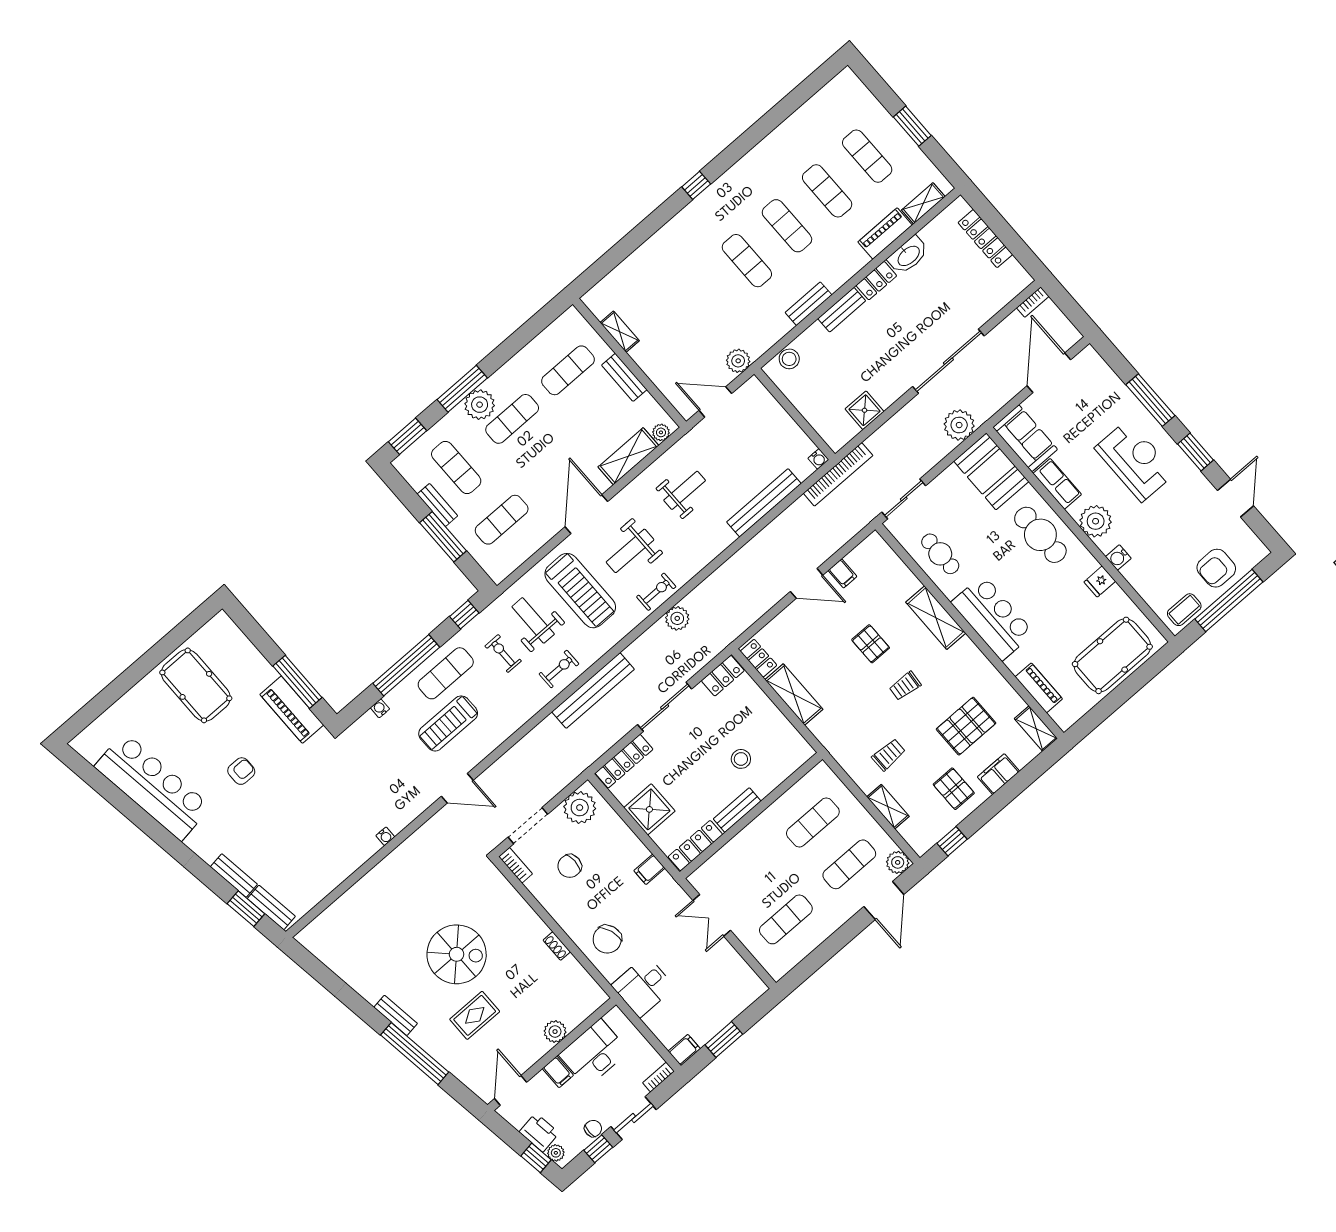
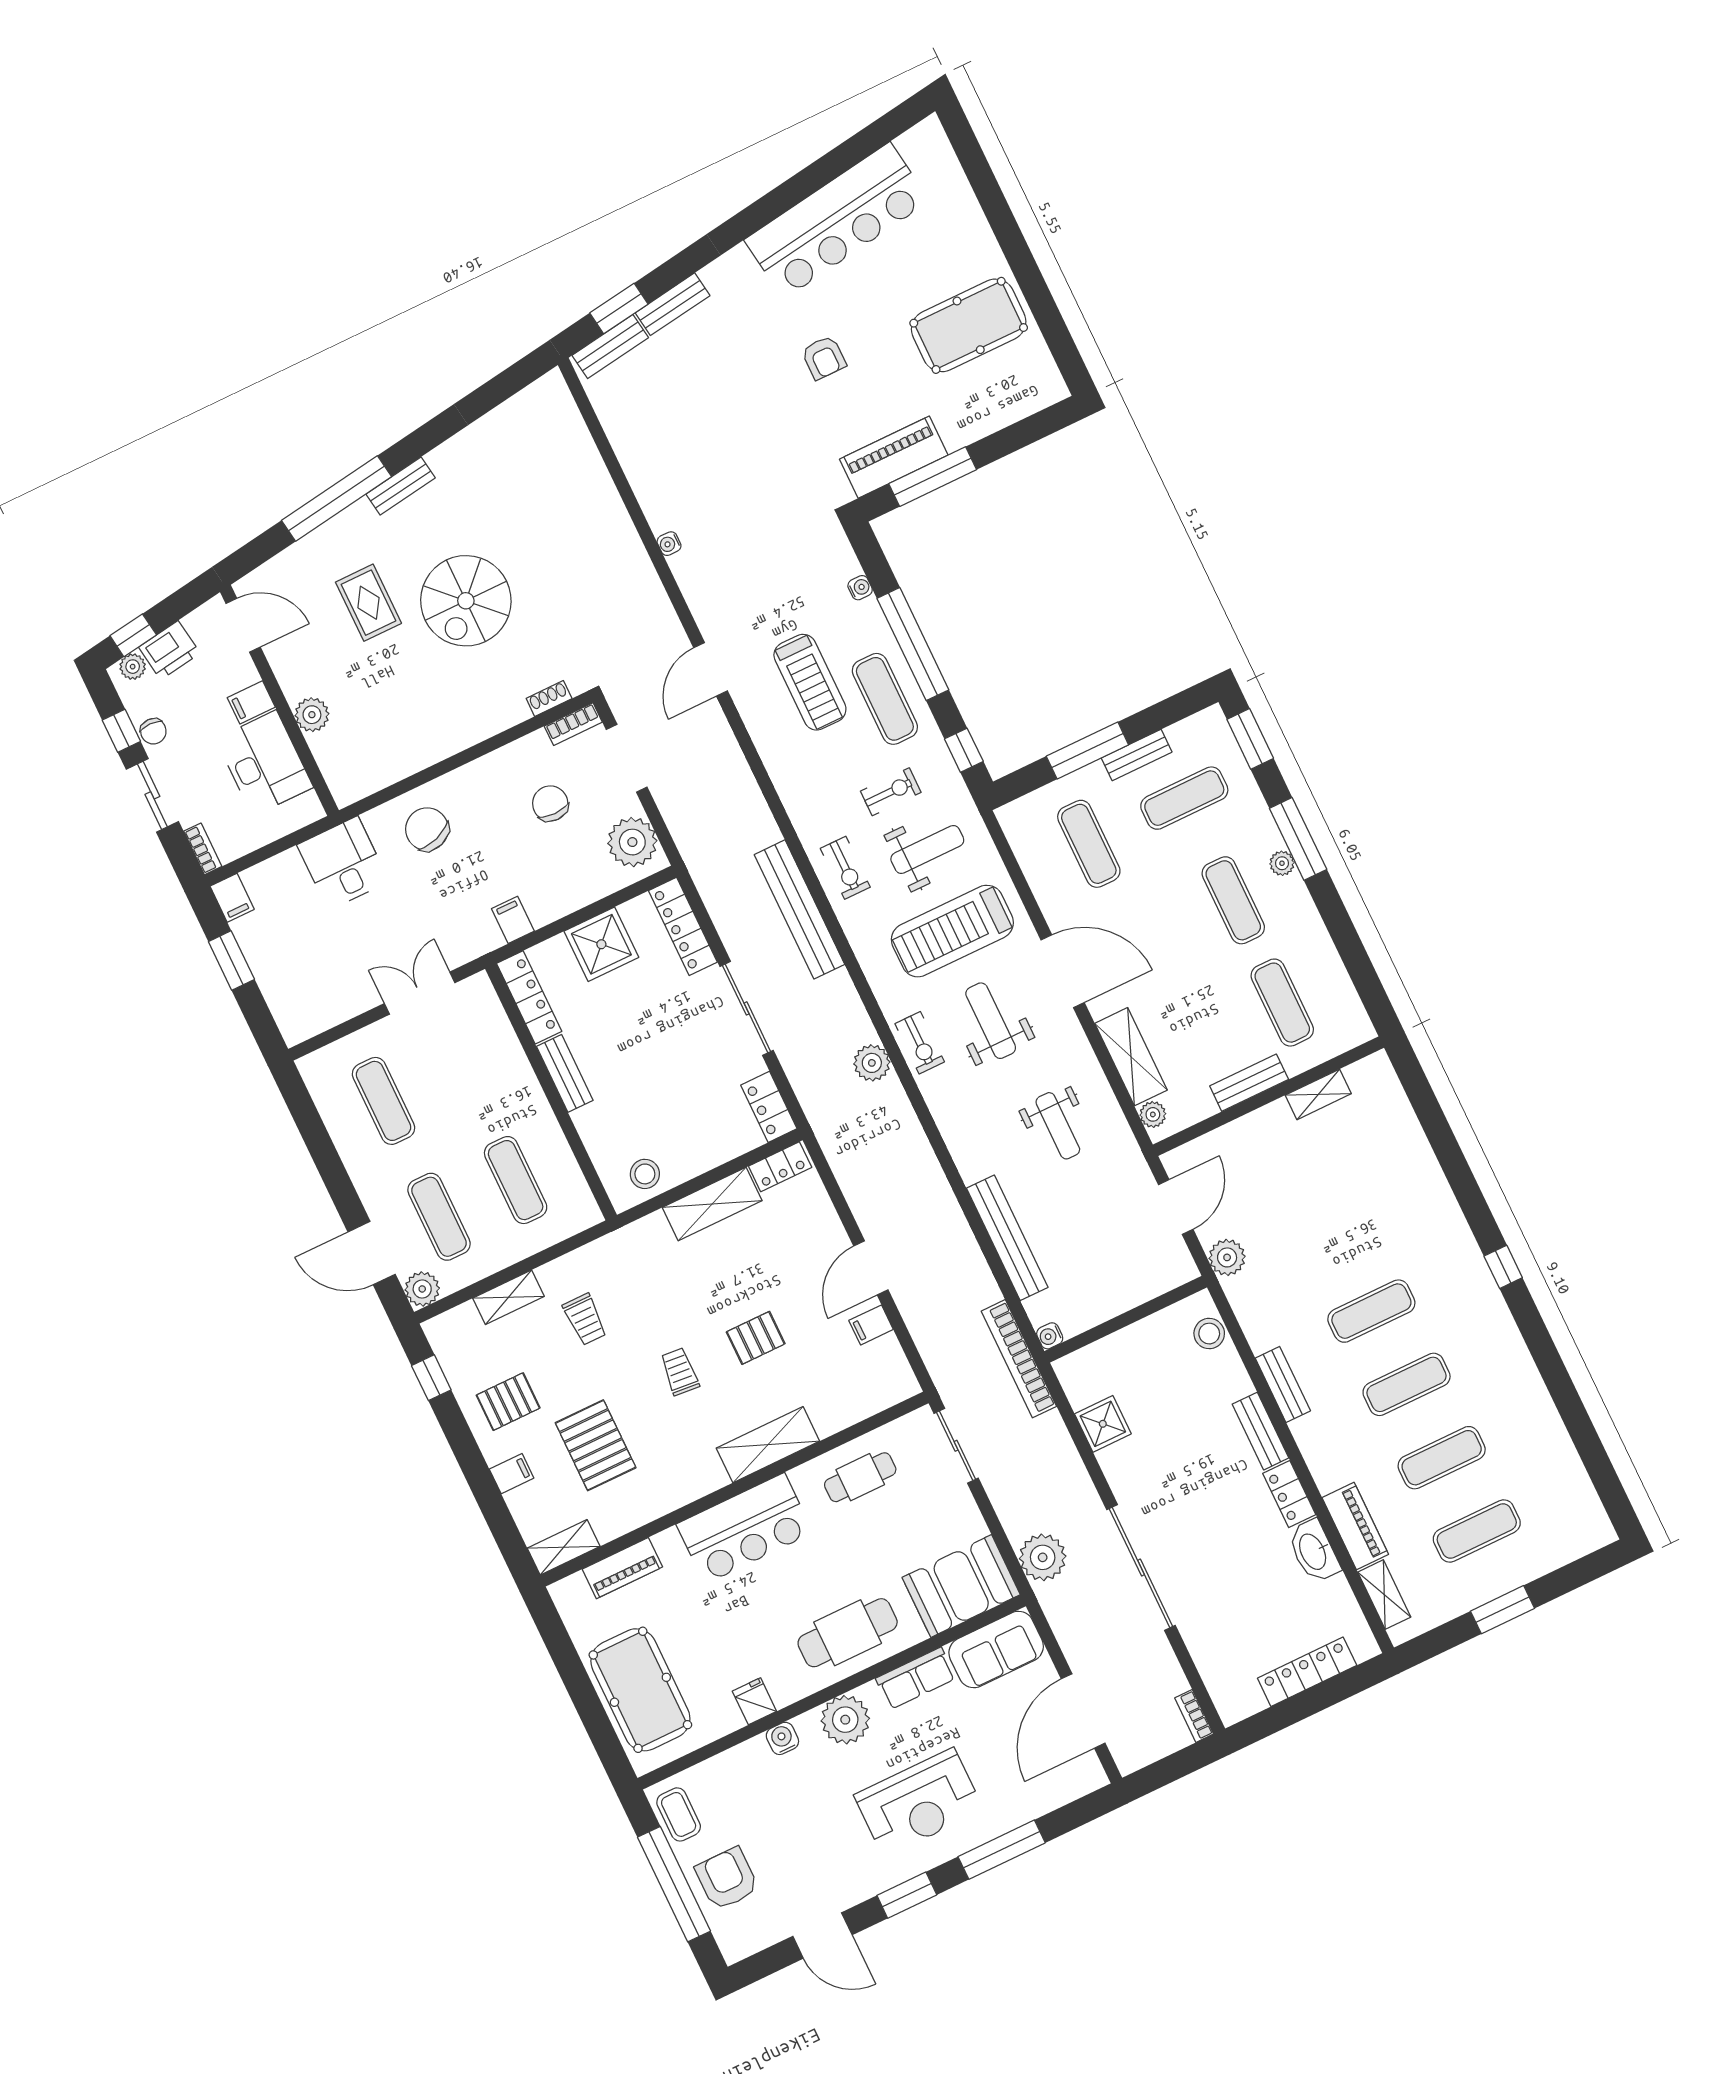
door: (1049, 373) -> (1083, 1711), swing flipped
plant: (480, 405) -> (1282, 863), width x0.53, depth x0.53
treadmill: (448, 723) -> (810, 682), turned 180
stool: (741, 759) -> (645, 1174), moved
filing cabinet: (998, 774) -> (512, 1474), width x0.50
shoe rack: (557, 946) -> (549, 698), moved

